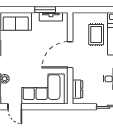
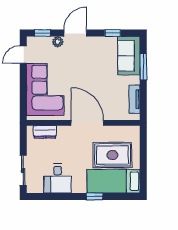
window: (45, 10) -> (143, 67), moved
rug: (96, 35) -> (112, 155), width x1.36, depth x1.43

